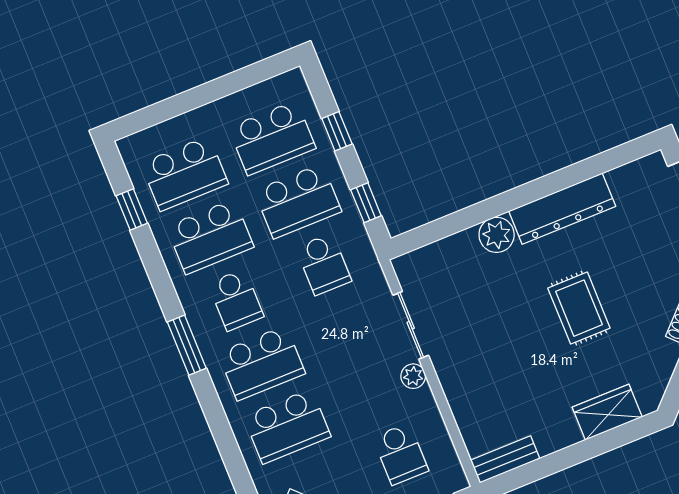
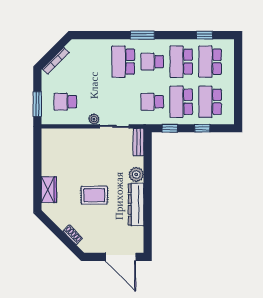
school desk: (287, 426) -> (94, 62), removed
bench: (505, 459) -> (138, 142), moved

